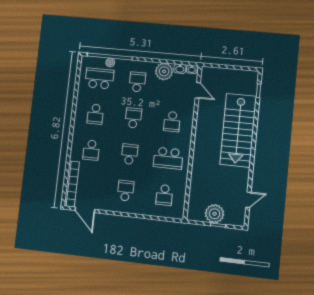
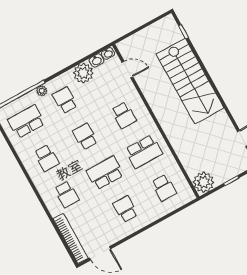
plant: (110, 63) -> (42, 91), moved
school desk: (129, 154) -> (105, 173), width x1.85
plant: (215, 214) -> (204, 182), moved

